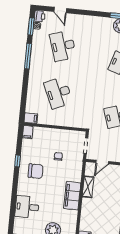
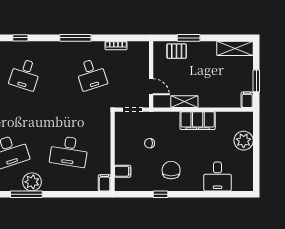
plant: (37, 62) -> (32, 182), added
desk: (58, 93) -> (69, 151), turned 33
filing cabinet: (28, 132) -> (123, 171), moved

